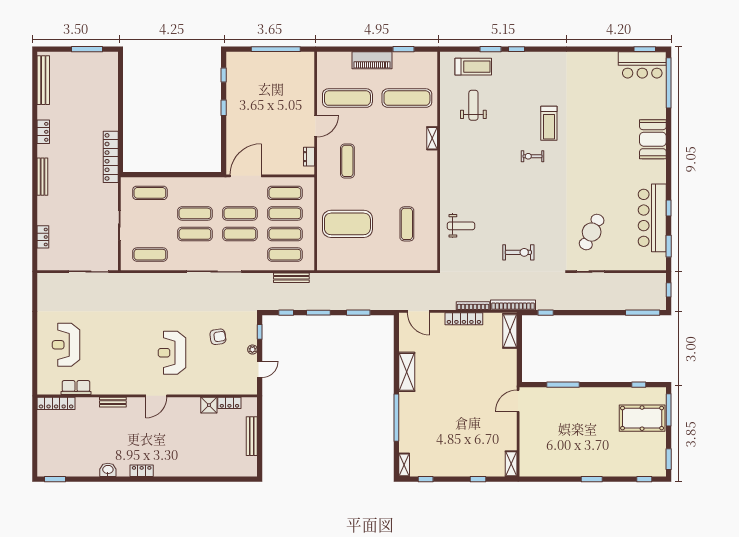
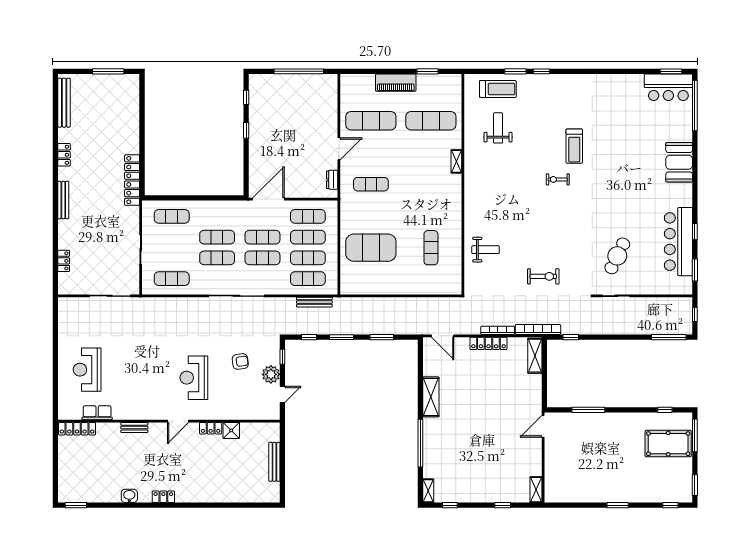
exercise mat: (347, 161) -> (371, 184), turned 90
plant: (252, 350) -> (271, 374), width x1.88, depth x1.88
locker: (229, 403) -> (211, 428), moved

